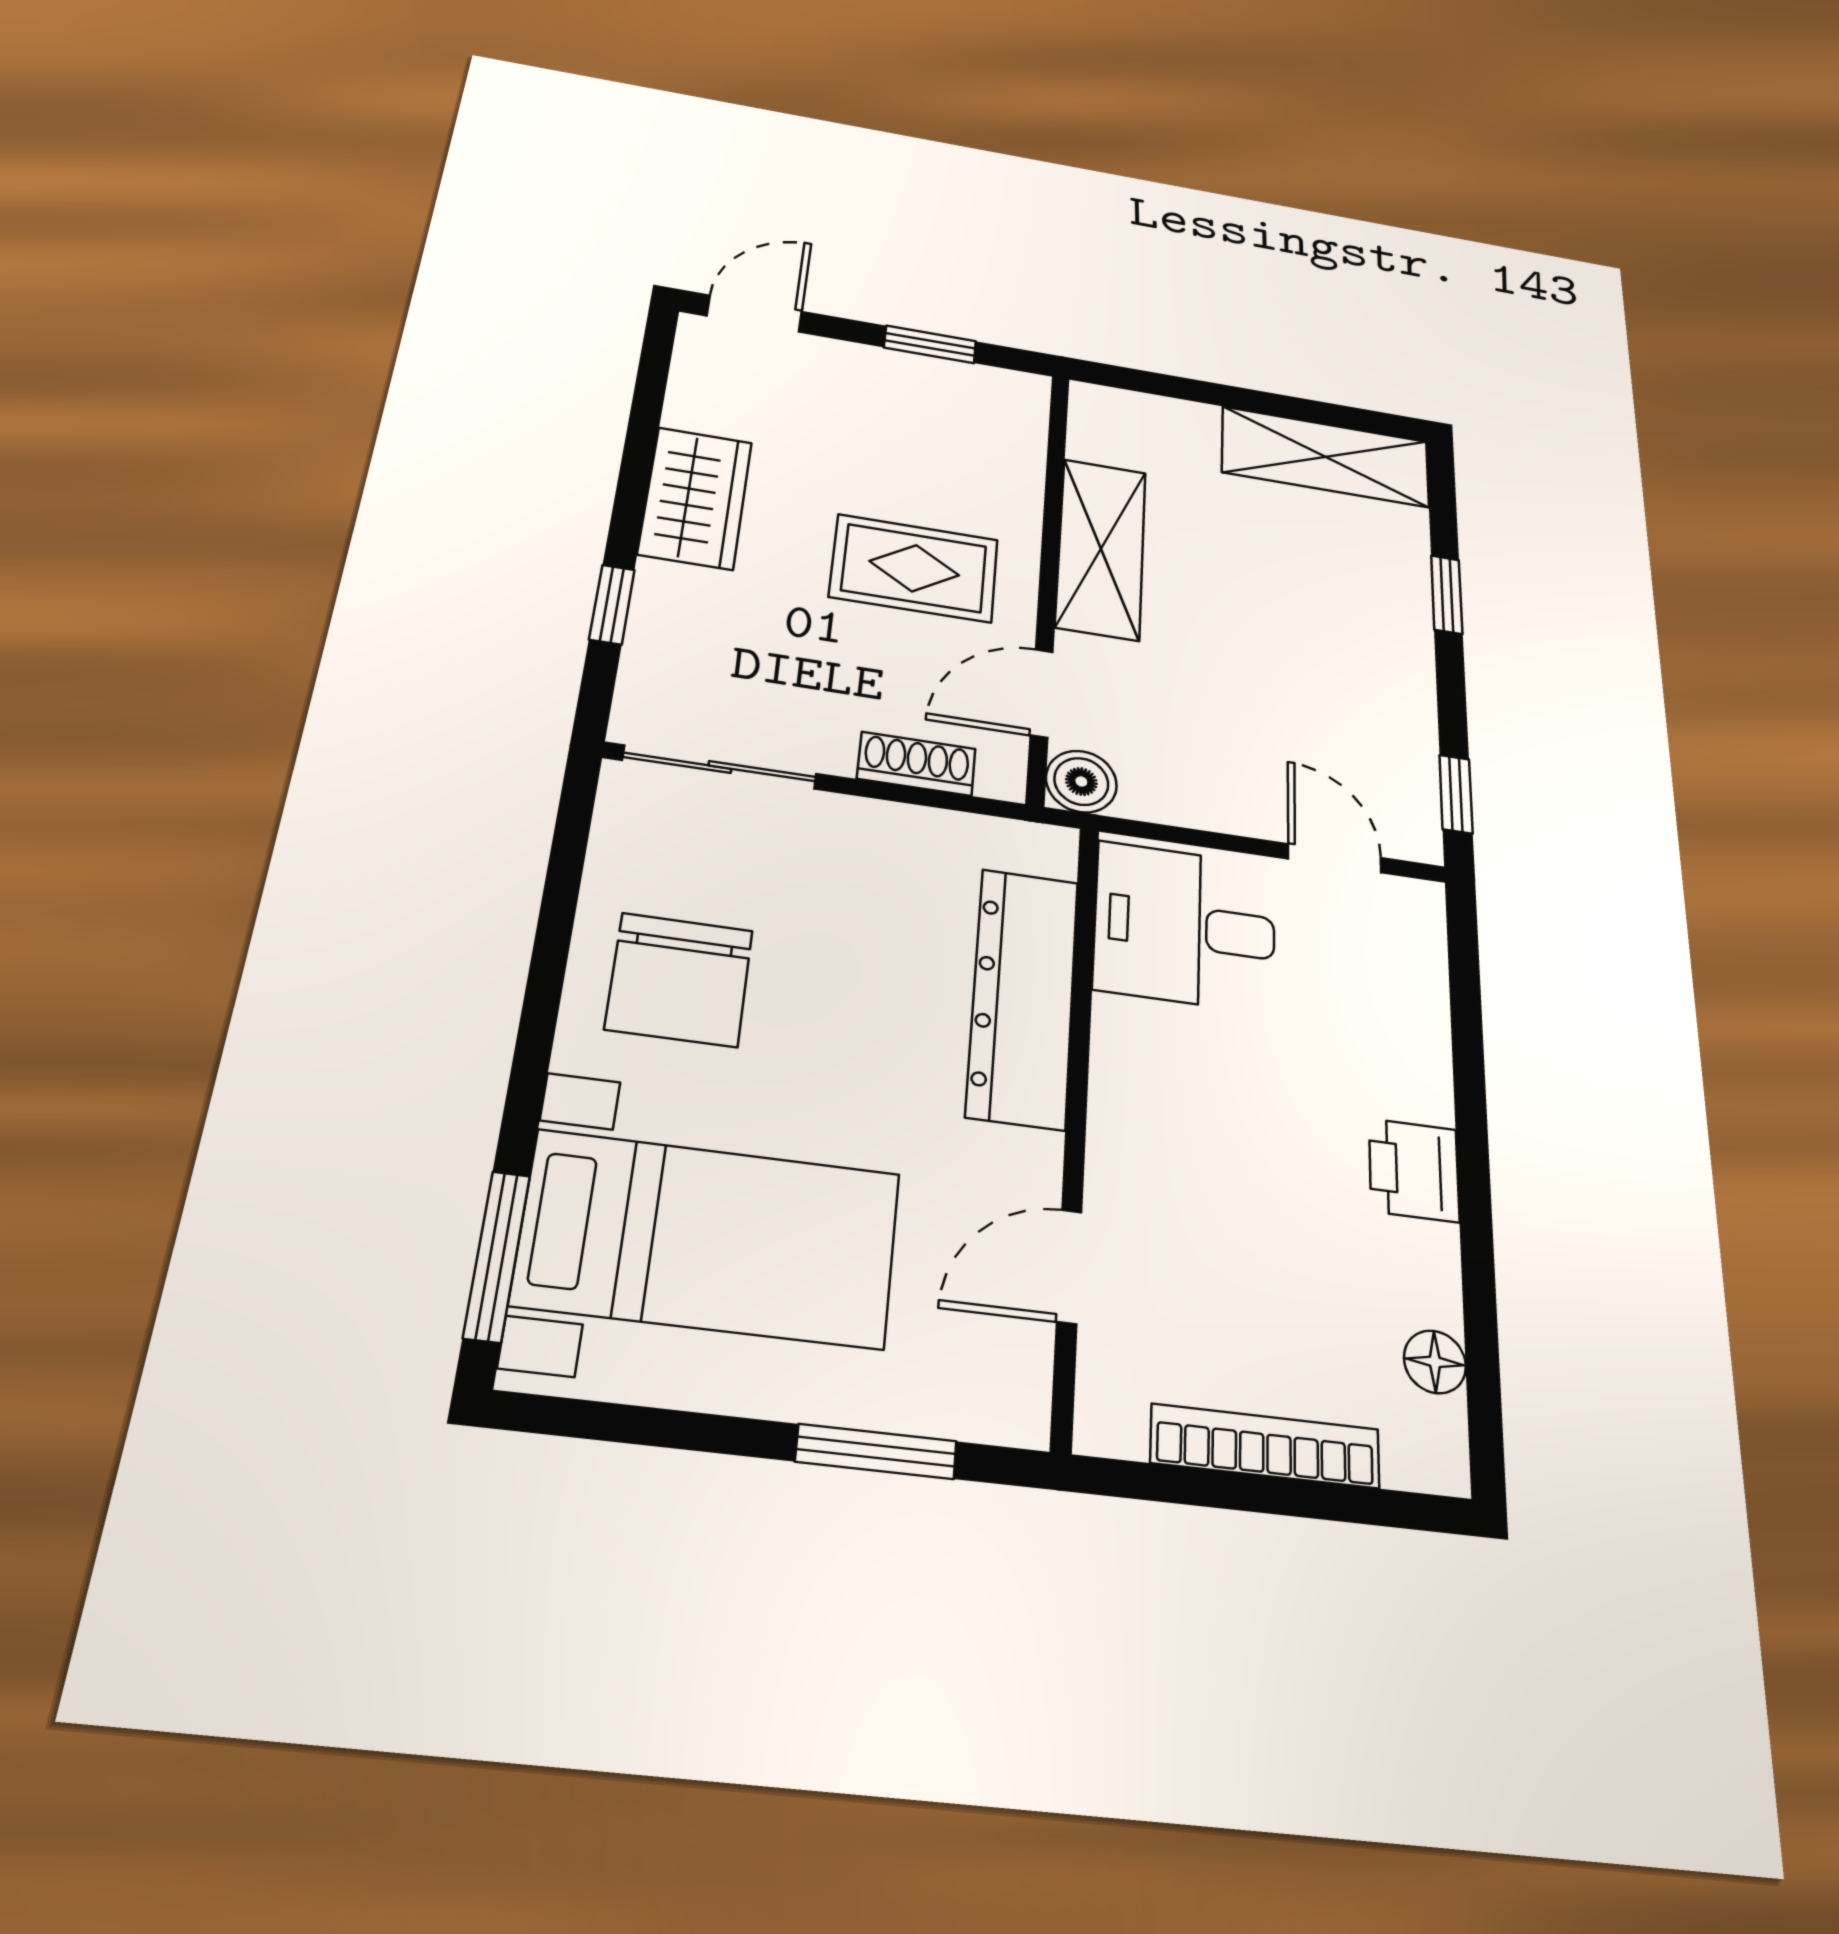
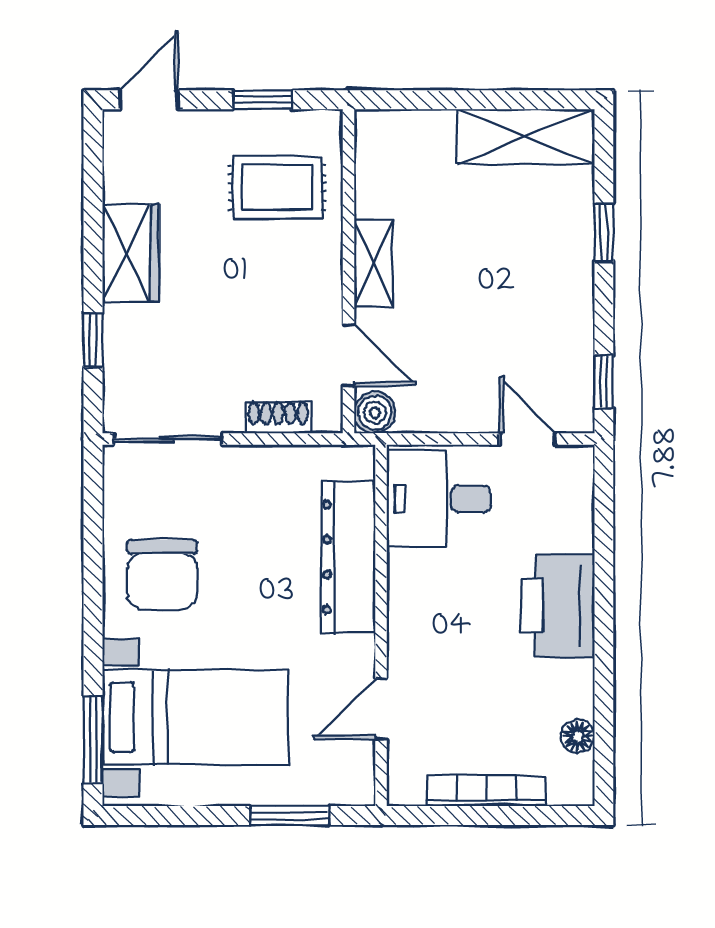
shelving: (1101, 549) -> (374, 263), width x0.67, depth x0.75
rug: (914, 568) -> (277, 188), moved
door: (1042, 693) -> (348, 355), swing flipped
printer: (1414, 1170) -> (558, 606), width x1.87, depth x1.48

